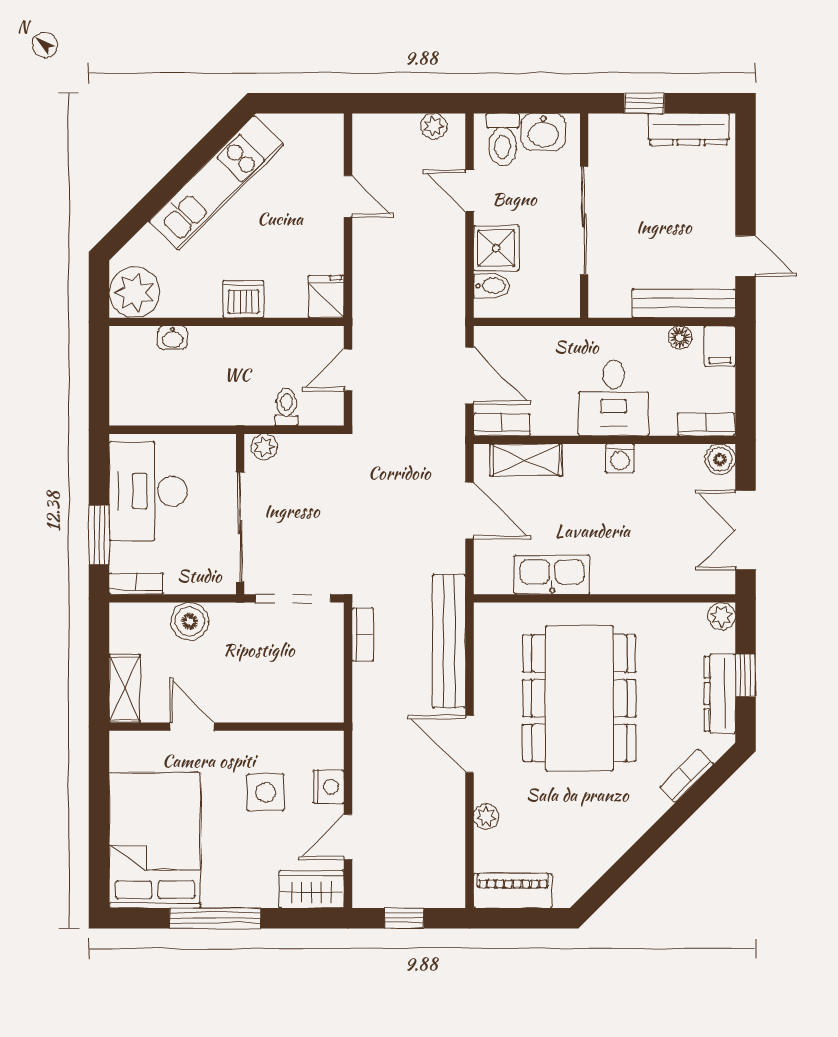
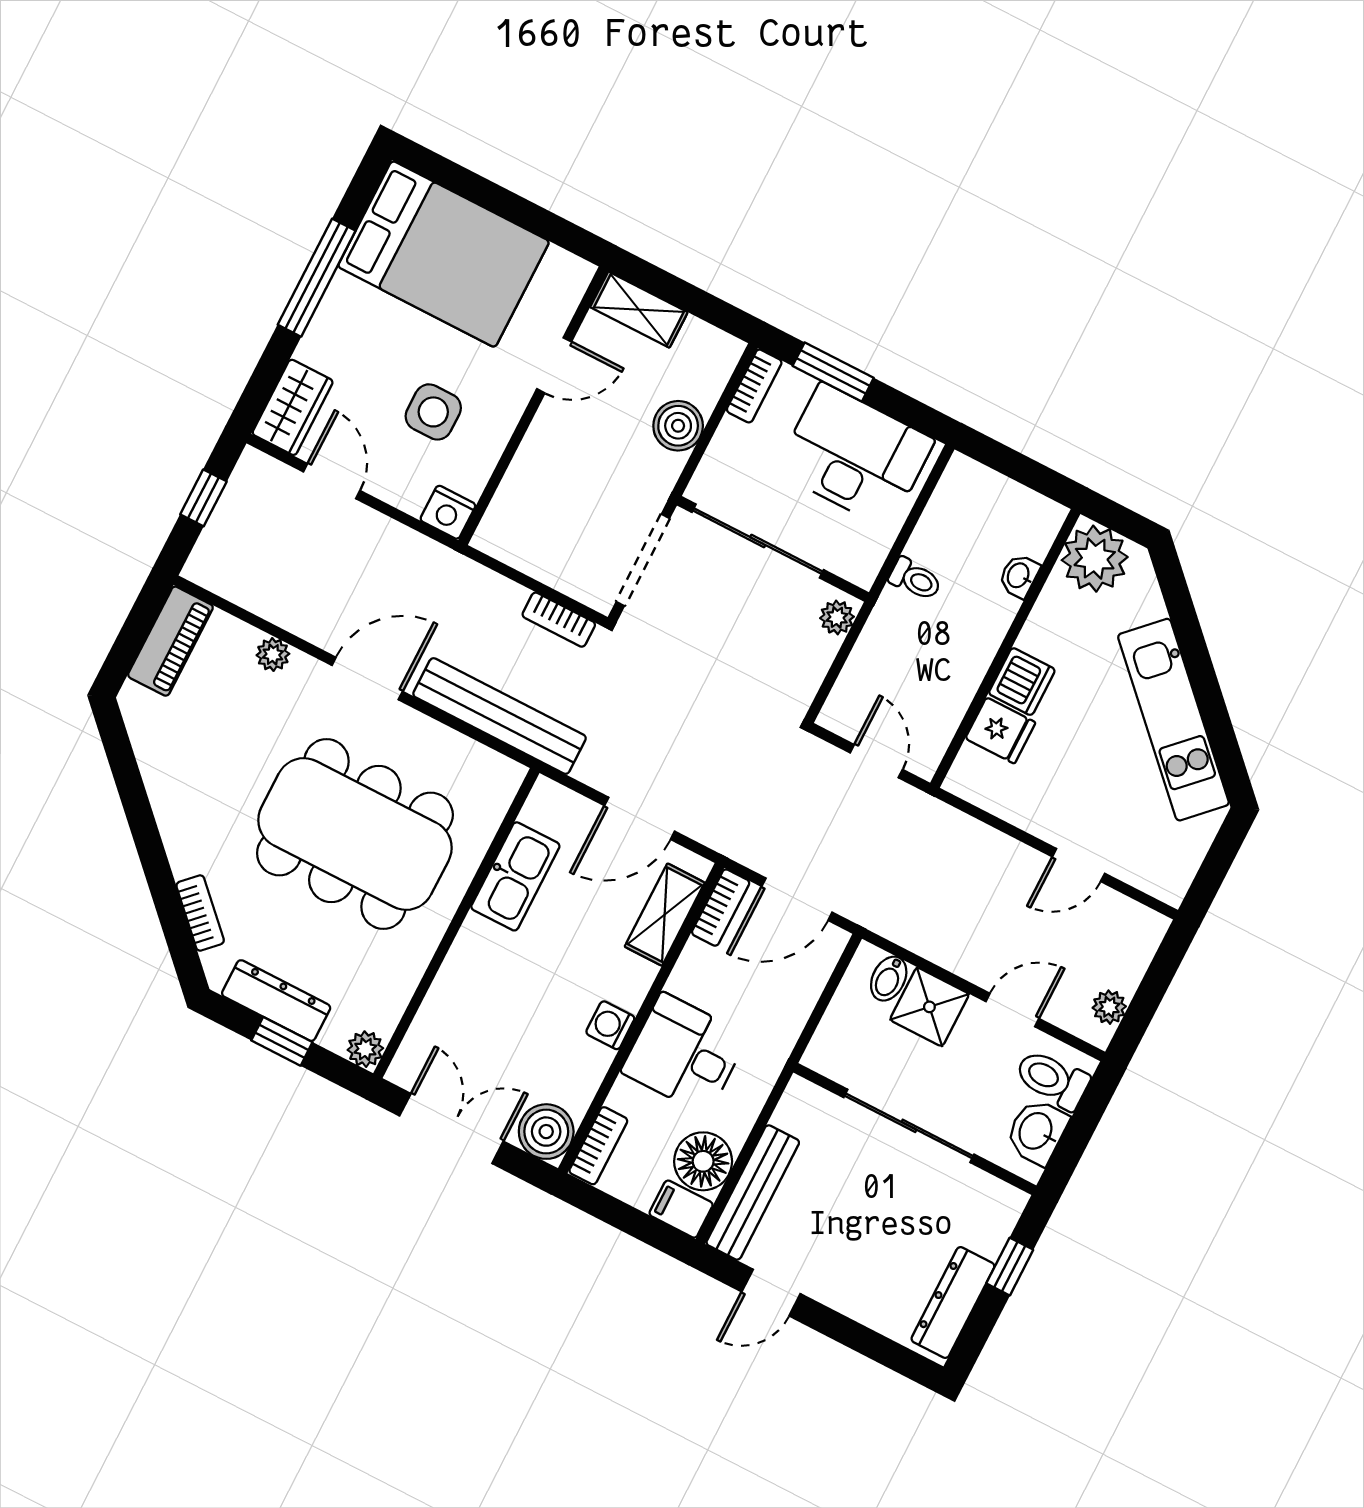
fridge: (326, 296) -> (1000, 730), moved
floor lamp: (680, 338) -> (703, 1161), width x1.89, depth x1.89
toilet: (286, 407) -> (915, 579), moved
boiler: (720, 459) -> (546, 1132), width x1.36, depth x1.36
nightstand: (329, 787) -> (448, 512), moved

